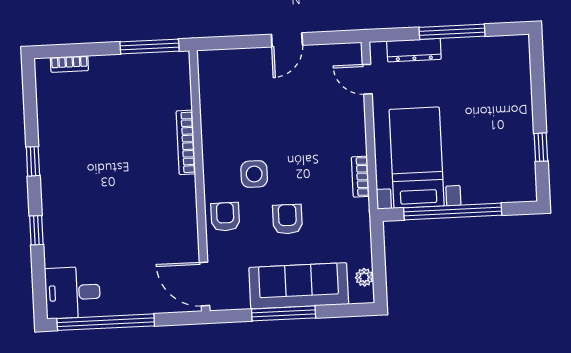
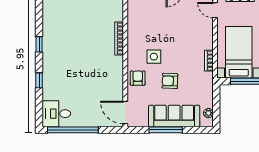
armchair: (287, 219) -> (170, 81), turned -88

